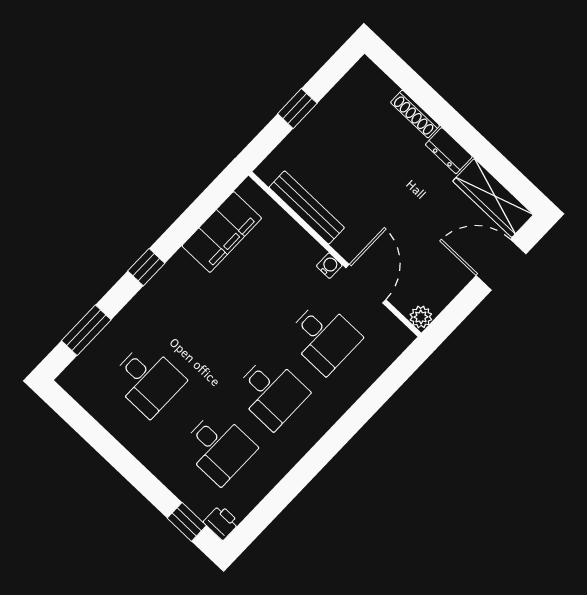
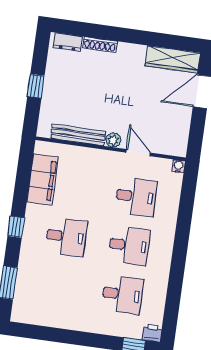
dresser: (449, 151) -> (68, 42), moved
water cooler: (329, 266) -> (178, 166), moved
door: (366, 284) -> (138, 153), width x0.73
plant: (421, 317) -> (113, 140), moved
desk: (148, 380) -> (66, 237), moved

